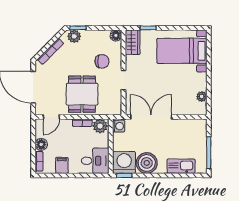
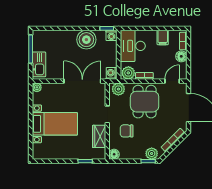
wardrobe: (133, 42) -> (99, 136), moved
bed with nightstands: (182, 51) -> (55, 124), moved
plant: (202, 97) -> (37, 87), moved
plant: (111, 108) -> (118, 89), added
double door: (151, 117) -> (82, 81), swing flipped
desk: (95, 161) -> (133, 46), width x1.37
washing machine: (124, 162) -> (111, 35), width x0.53, depth x0.53
kitchen sink: (181, 166) -> (39, 64), moved, turned -90

